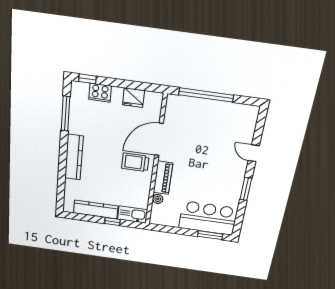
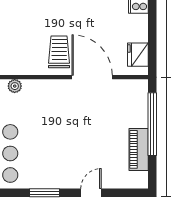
fridge: (134, 98) -> (138, 55), moved
piano: (163, 178) -> (139, 149), moved, turned 90

